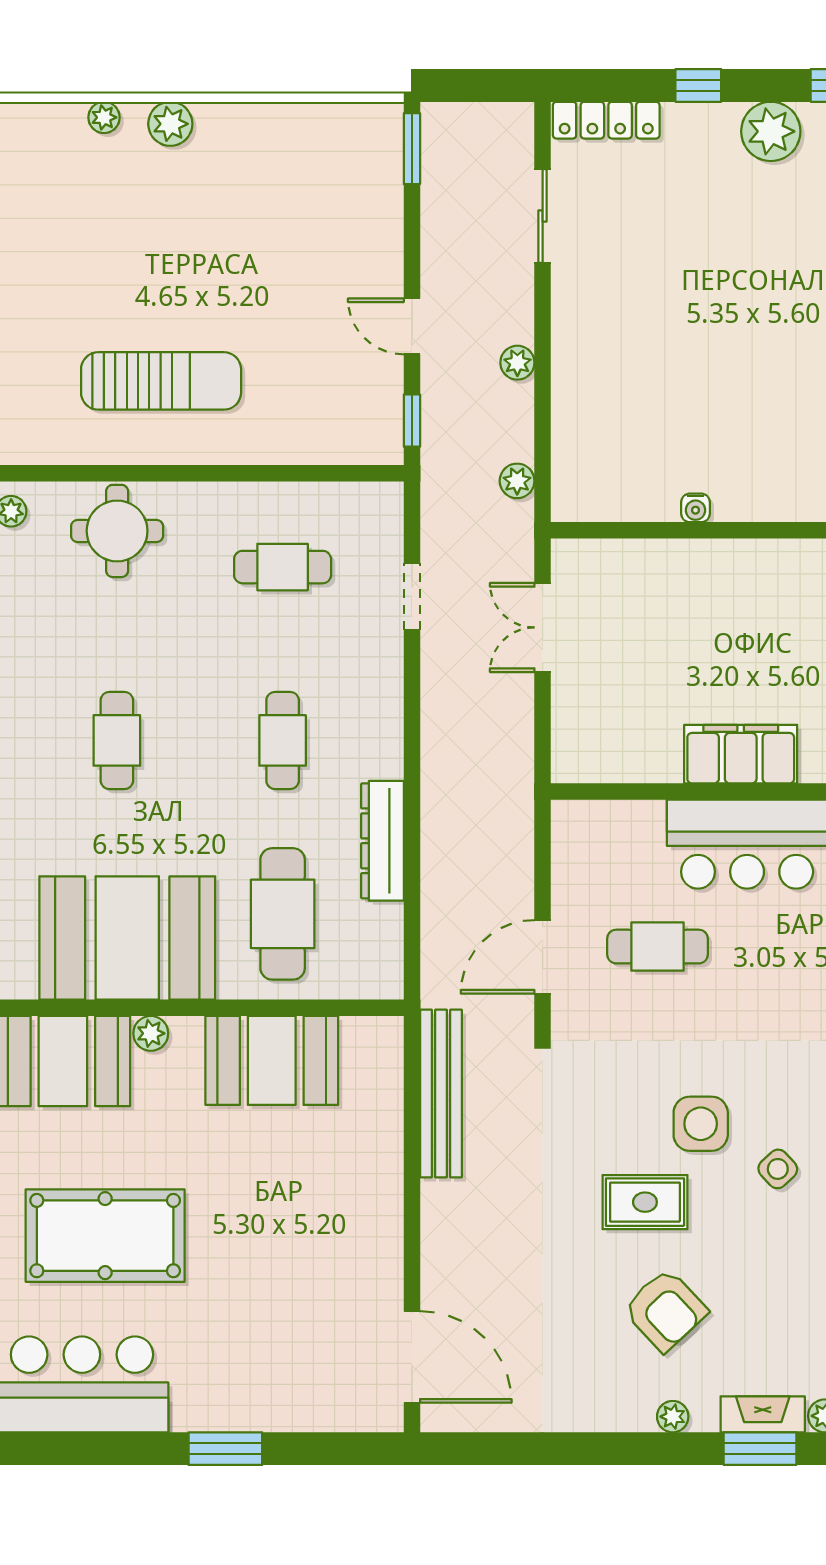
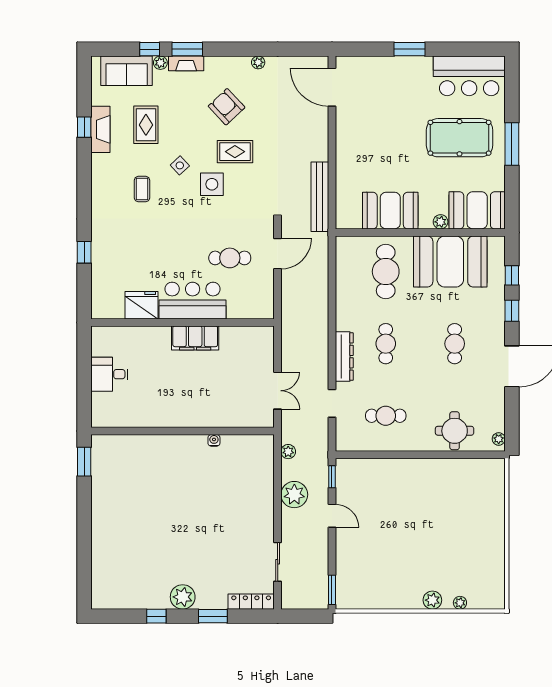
window: (698, 85) -> (213, 616), width x1.50
plant: (517, 363) -> (294, 495), width x1.88, depth x1.88
sun lounger: (161, 381) -> (436, 493), removed
dresser: (382, 841) -> (344, 357), moved
plant: (673, 1417) -> (258, 62), moved

